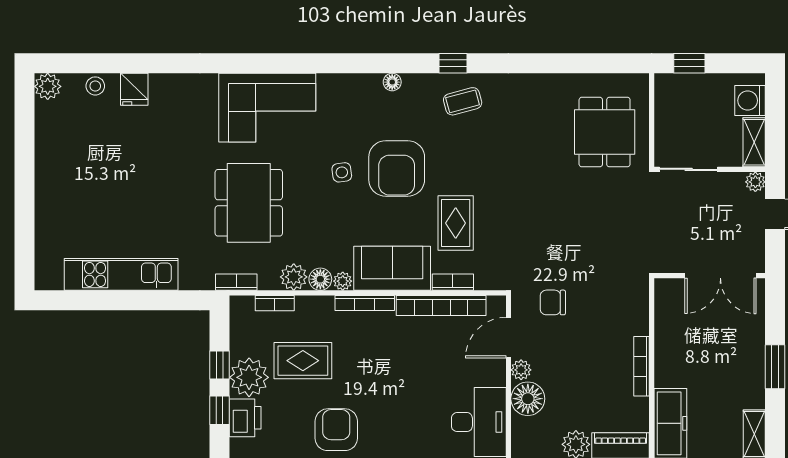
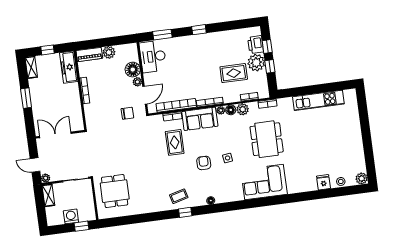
washing machine: (750, 101) -> (71, 216), moved, turned -90
armchair: (397, 168) -> (204, 163), width x0.53, depth x0.53
armchair: (336, 430) -> (215, 45), removed

